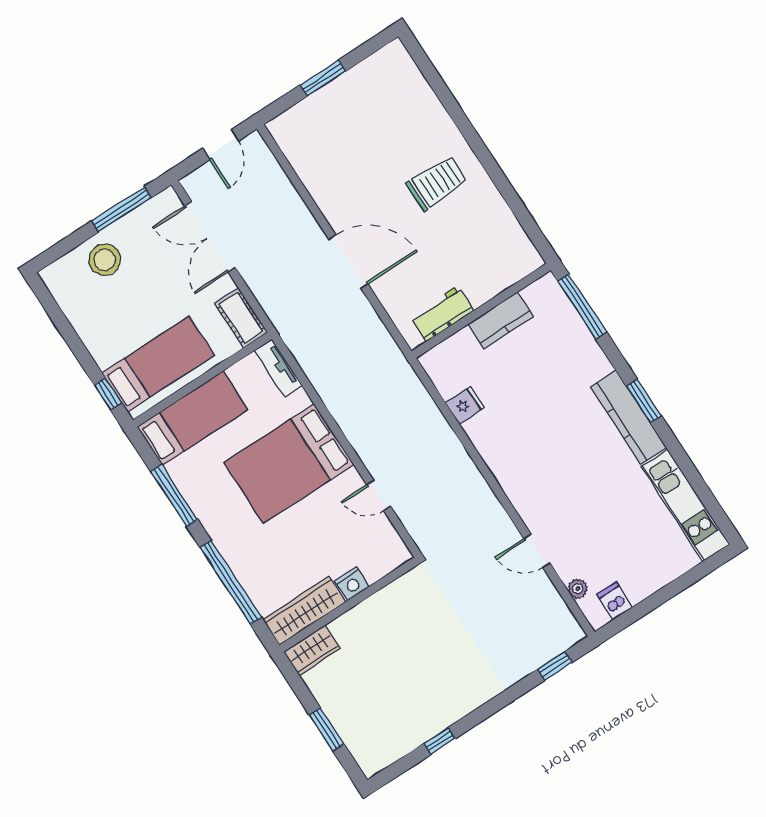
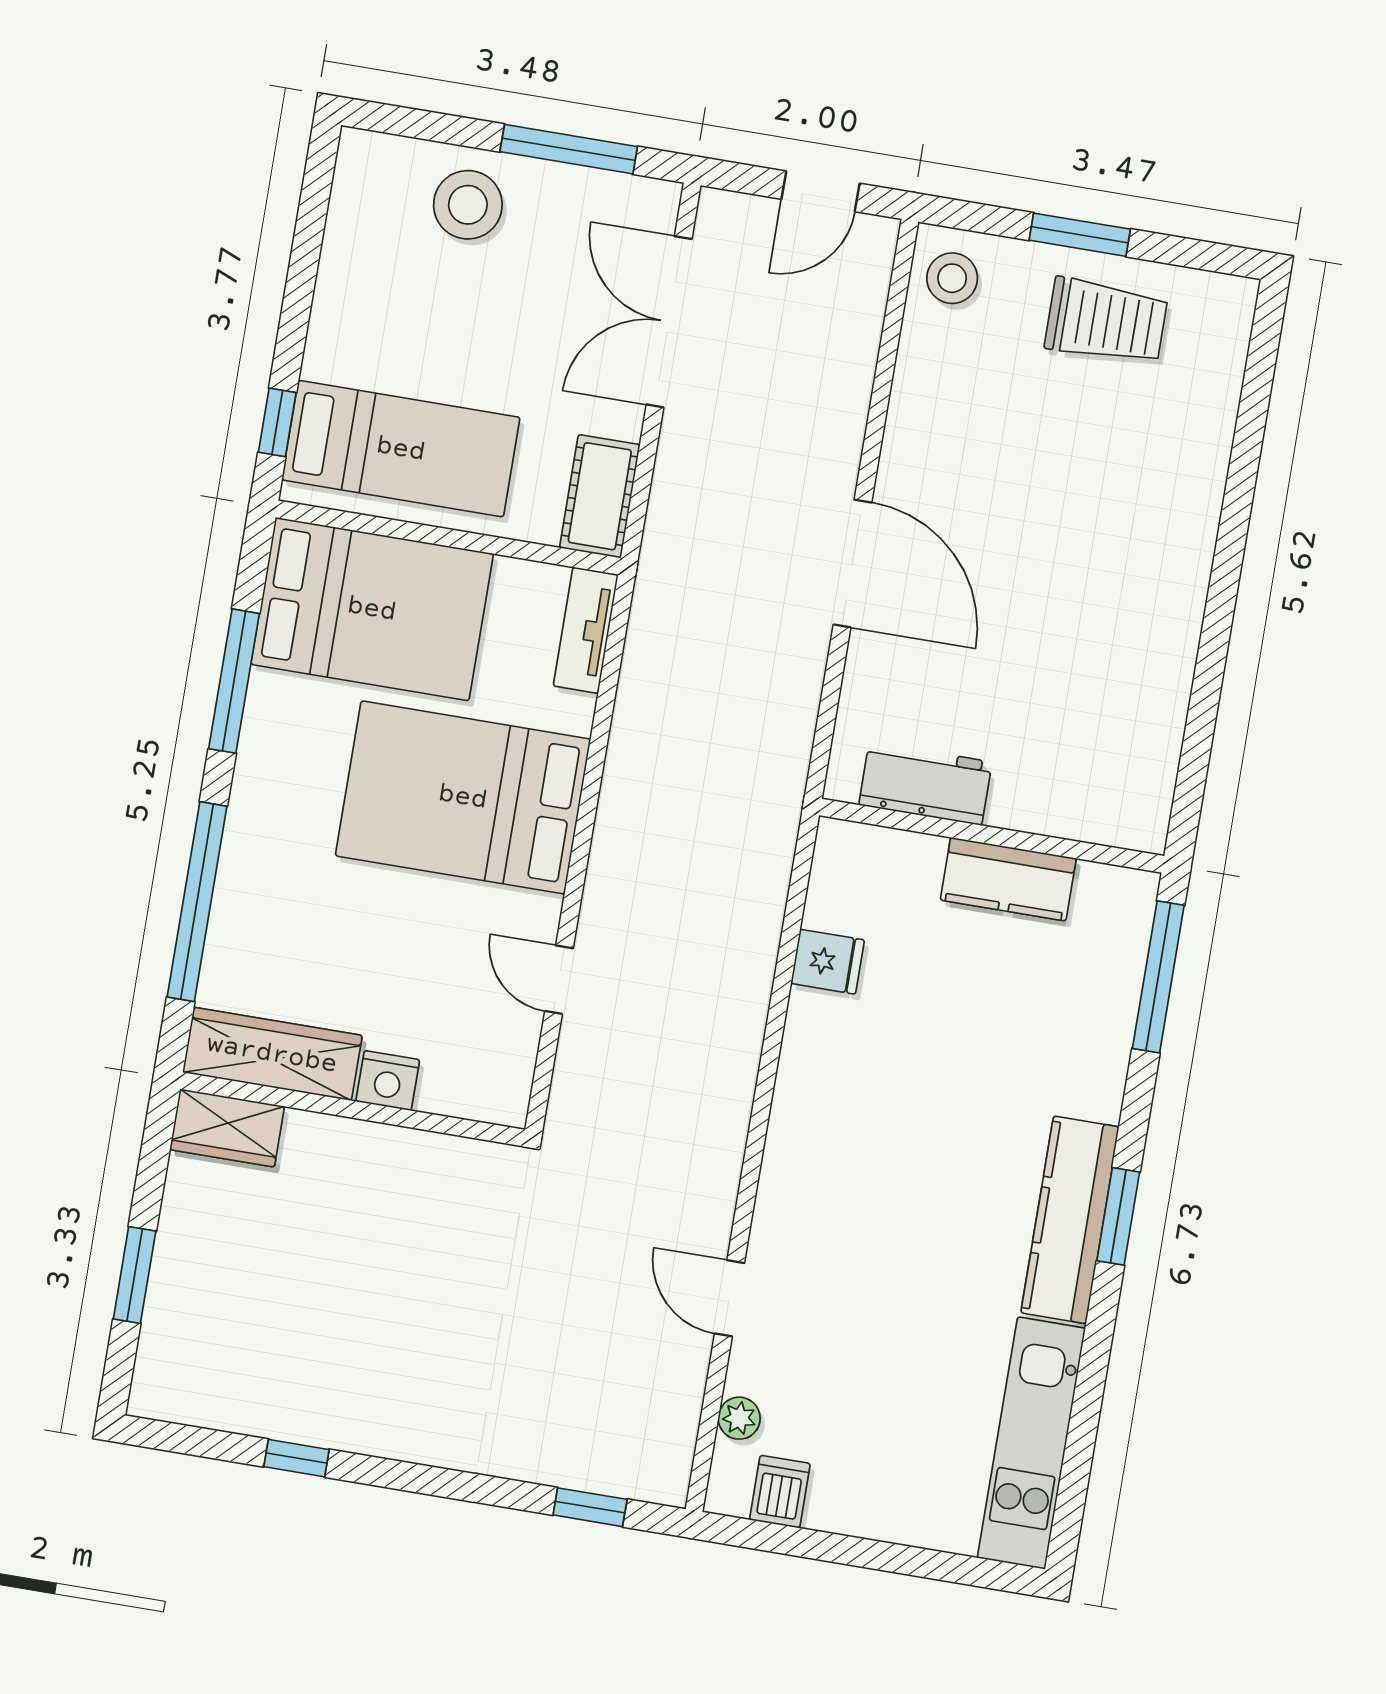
stool: (293, 133) -> (952, 278), added
trolley: (437, 183) -> (1106, 321), moved
bed: (192, 418) -> (372, 609), width x1.50

